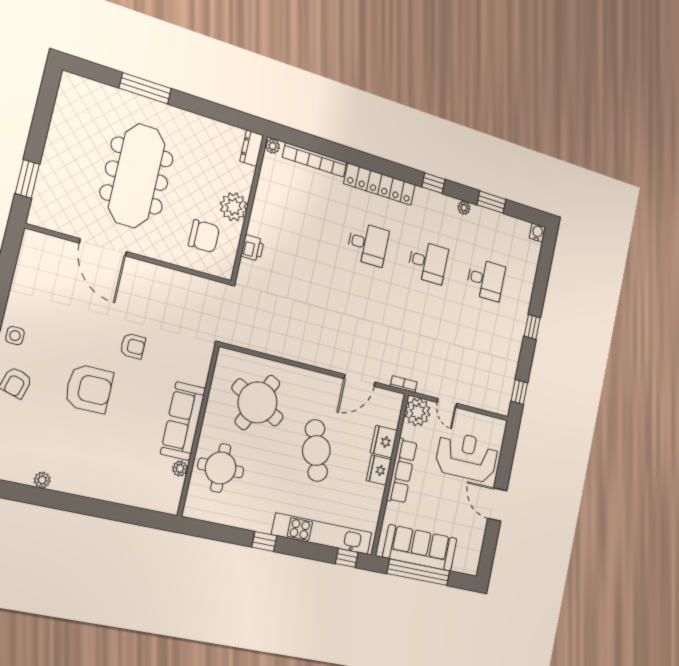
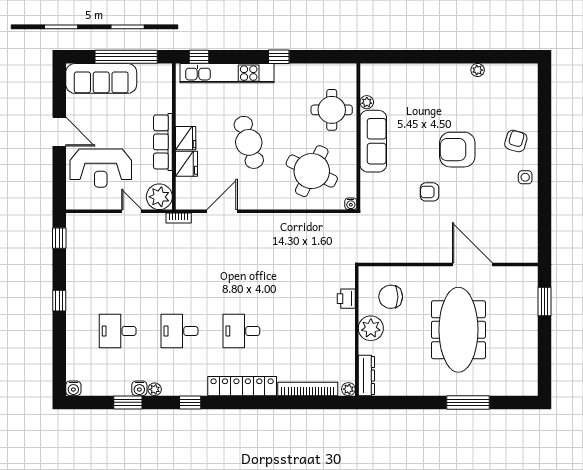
dresser: (252, 148) -> (366, 375), width x1.44
water cooler: (478, 213) -> (139, 388), added
water cooler: (224, 355) -> (351, 204), added
sofa: (420, 548) -> (101, 78), moved

